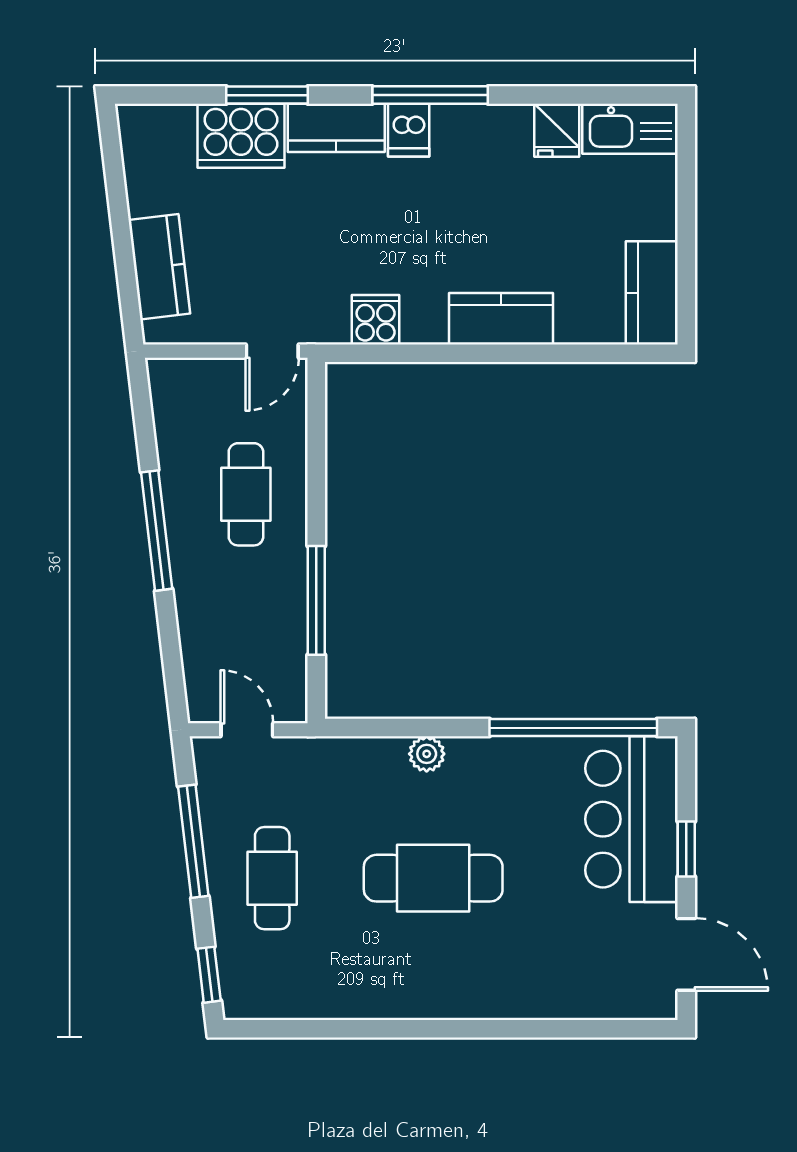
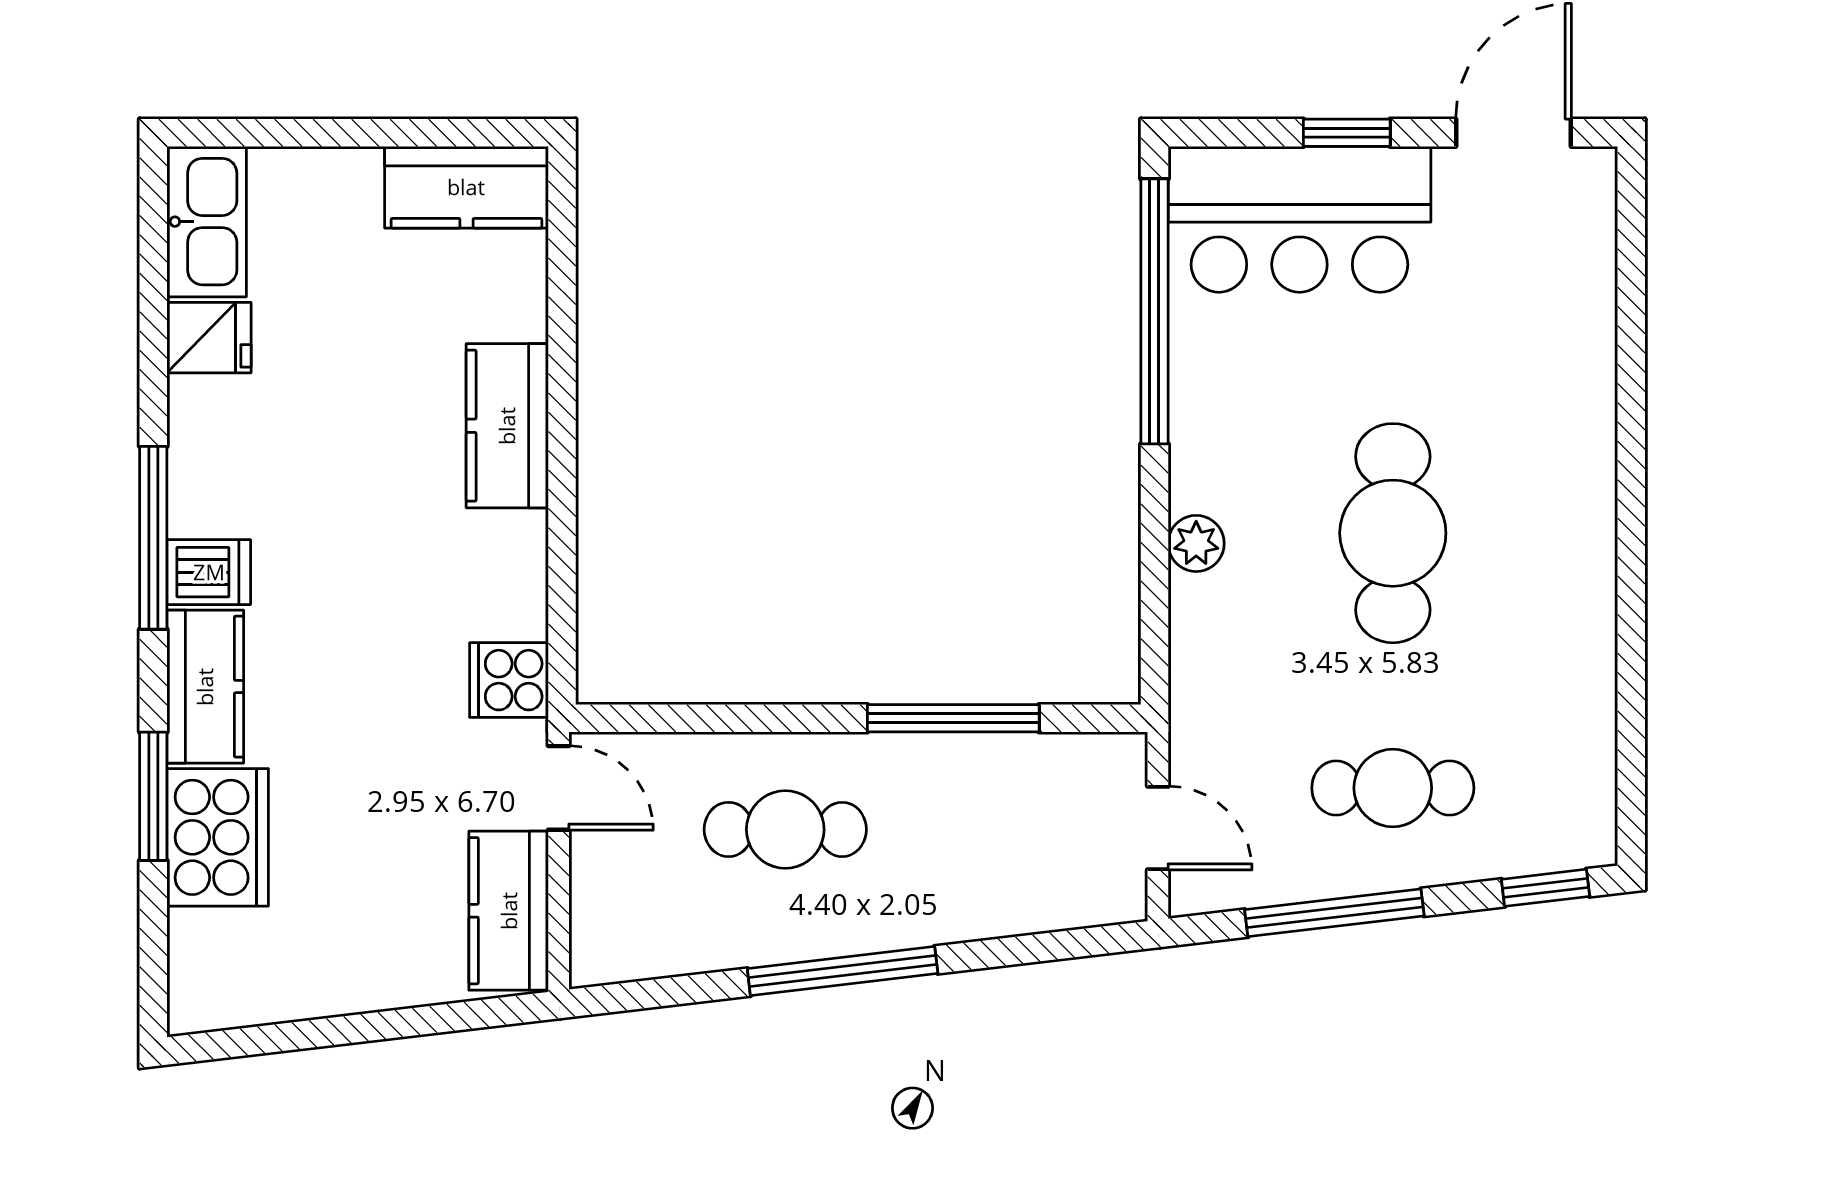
kitchen counter: (159, 267) -> (509, 911), moved, turned -83
cooker: (376, 320) -> (509, 680), moved
door: (247, 730) -> (1158, 828), swing flipped

